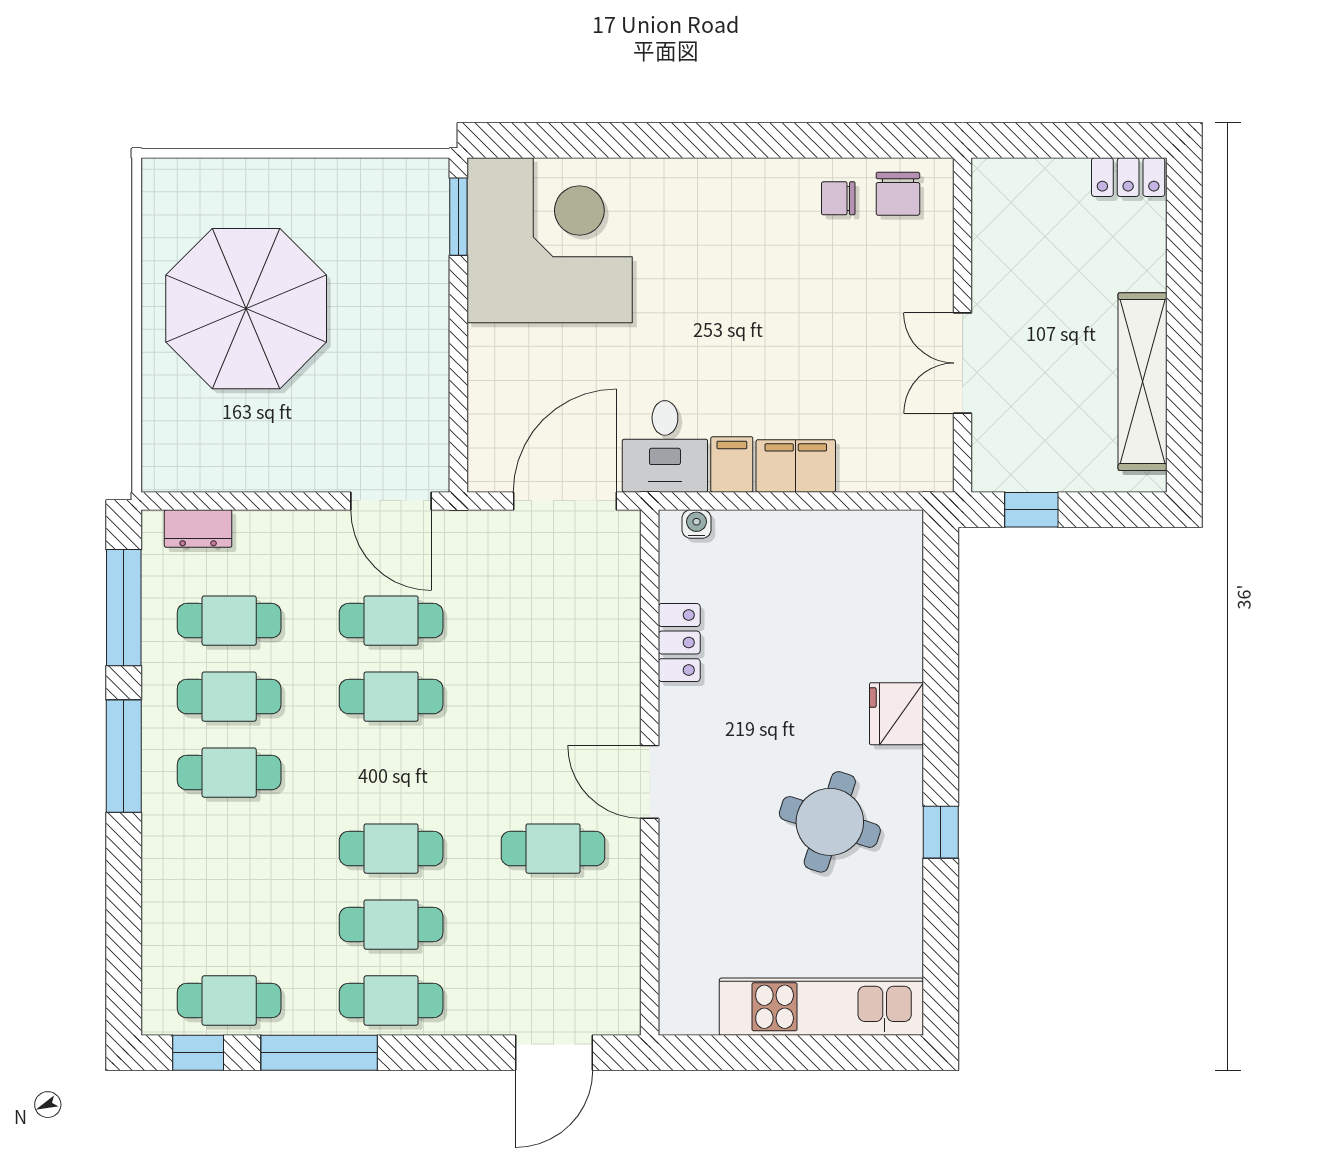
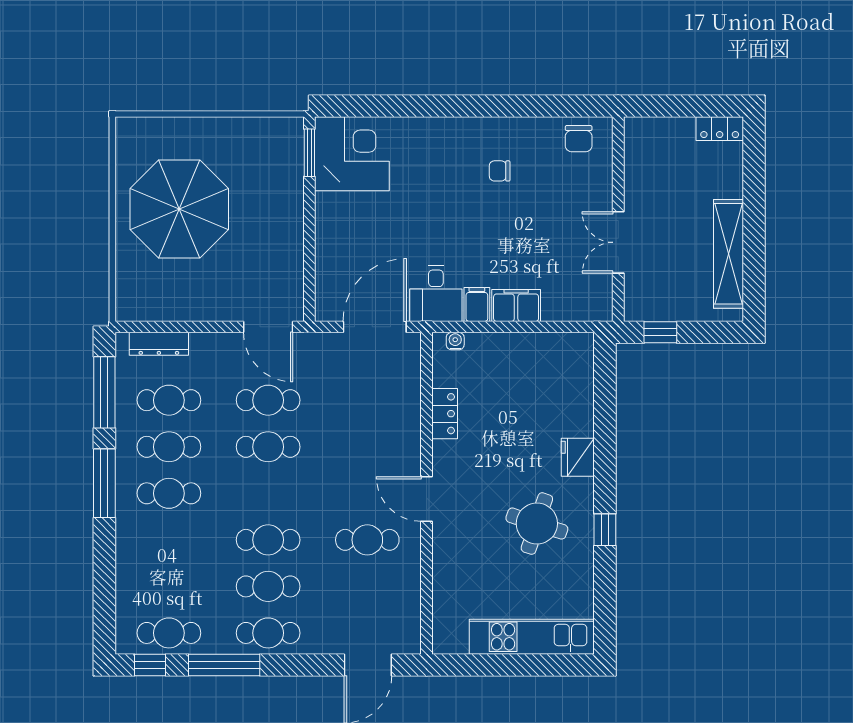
chair: (838, 198) -> (500, 171), moved
corner desk: (550, 240) -> (352, 154), width x0.74, depth x0.74
dresser: (198, 529) -> (159, 344), width x1.44

